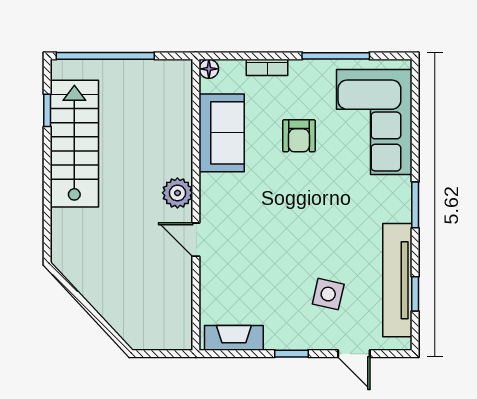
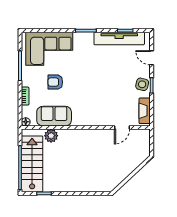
armchair: (299, 136) -> (55, 82), turned 180
stairs: (74, 144) -> (32, 164), moved, turned 90
plant: (177, 193) -> (51, 136), moved
door: (196, 240) -> (122, 128), moved
side table: (328, 294) -> (142, 84), moved
door: (354, 354) -> (152, 58), swing flipped

